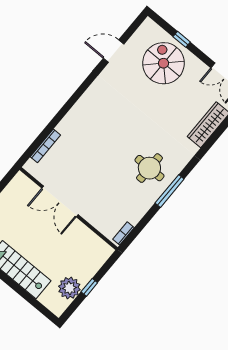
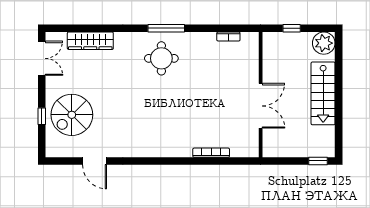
double door: (60, 201) -> (261, 106), moved
wall: (69, 209) -> (261, 95), moved
plant: (69, 288) -> (324, 43), moved

